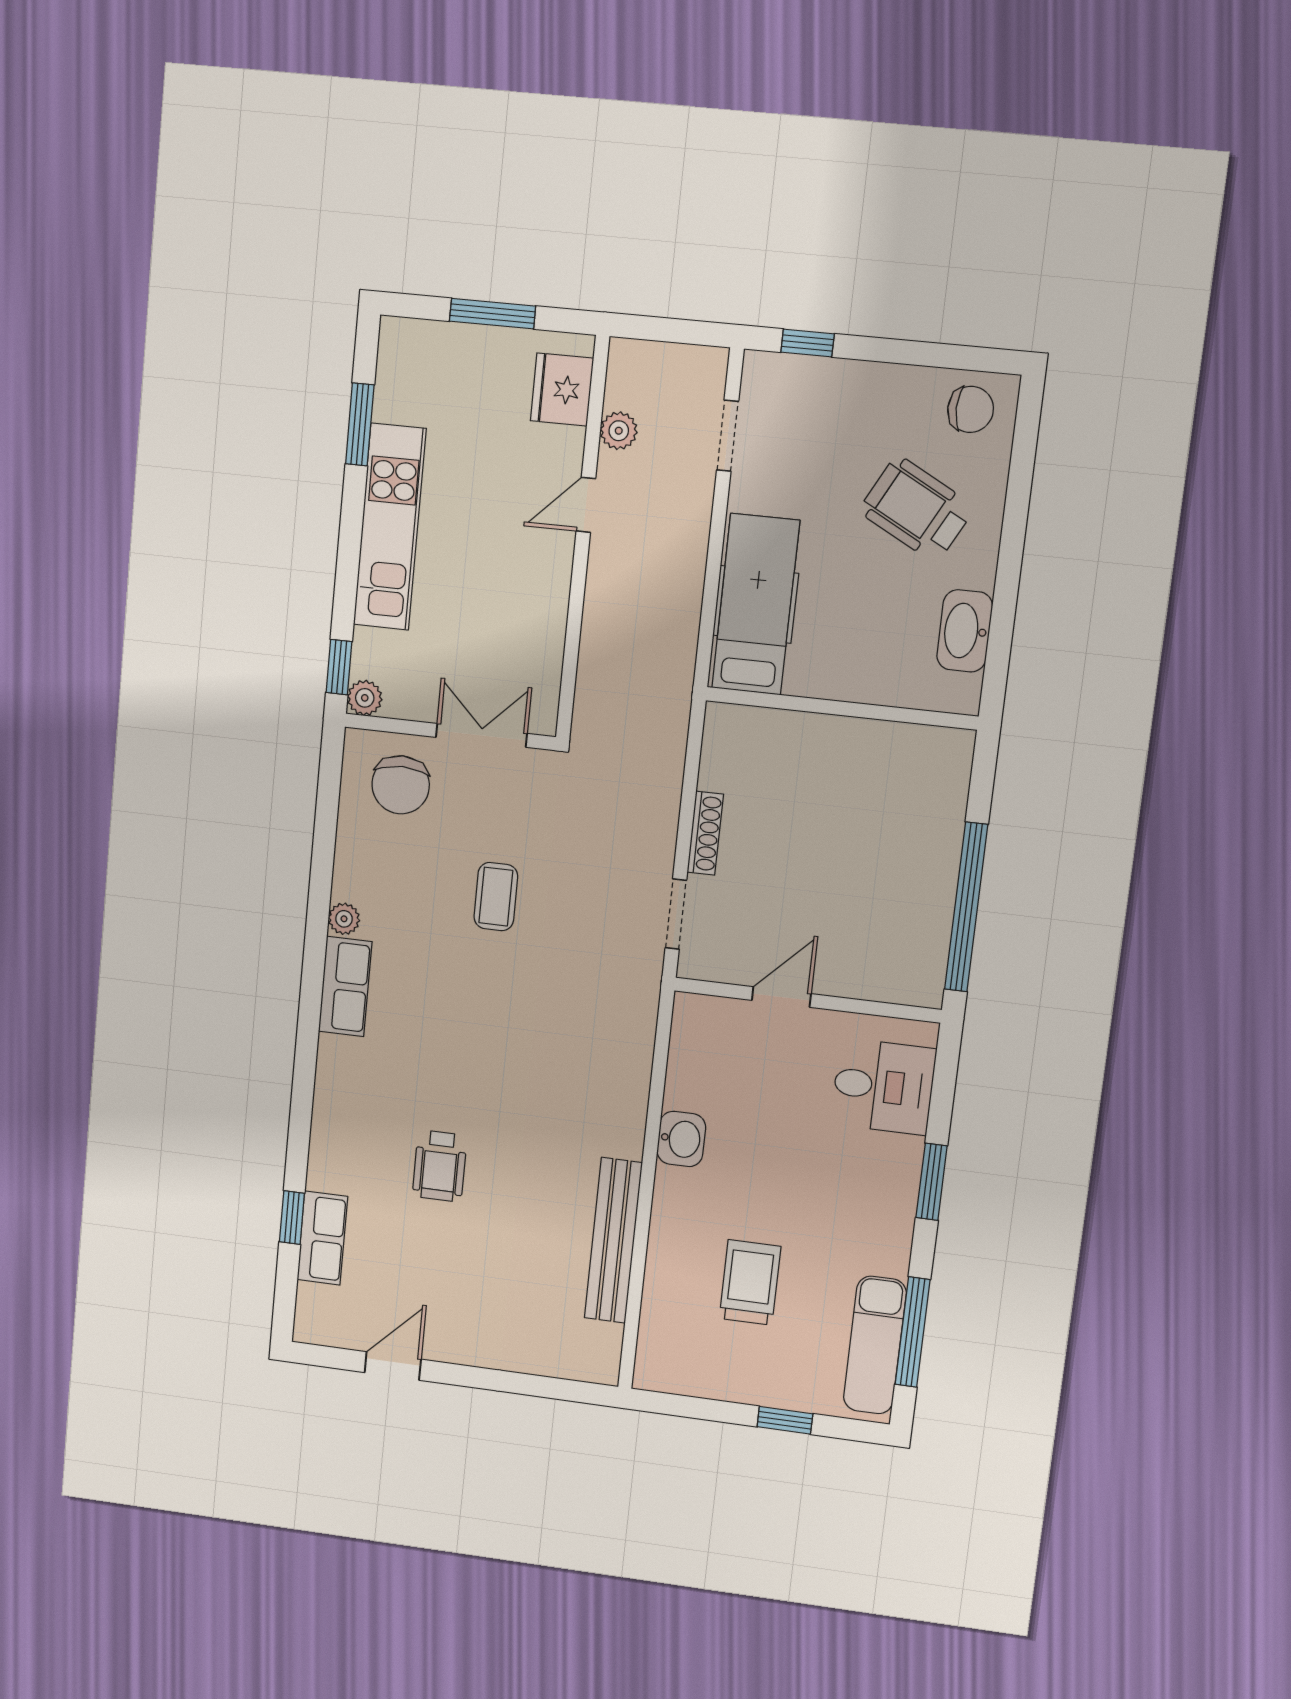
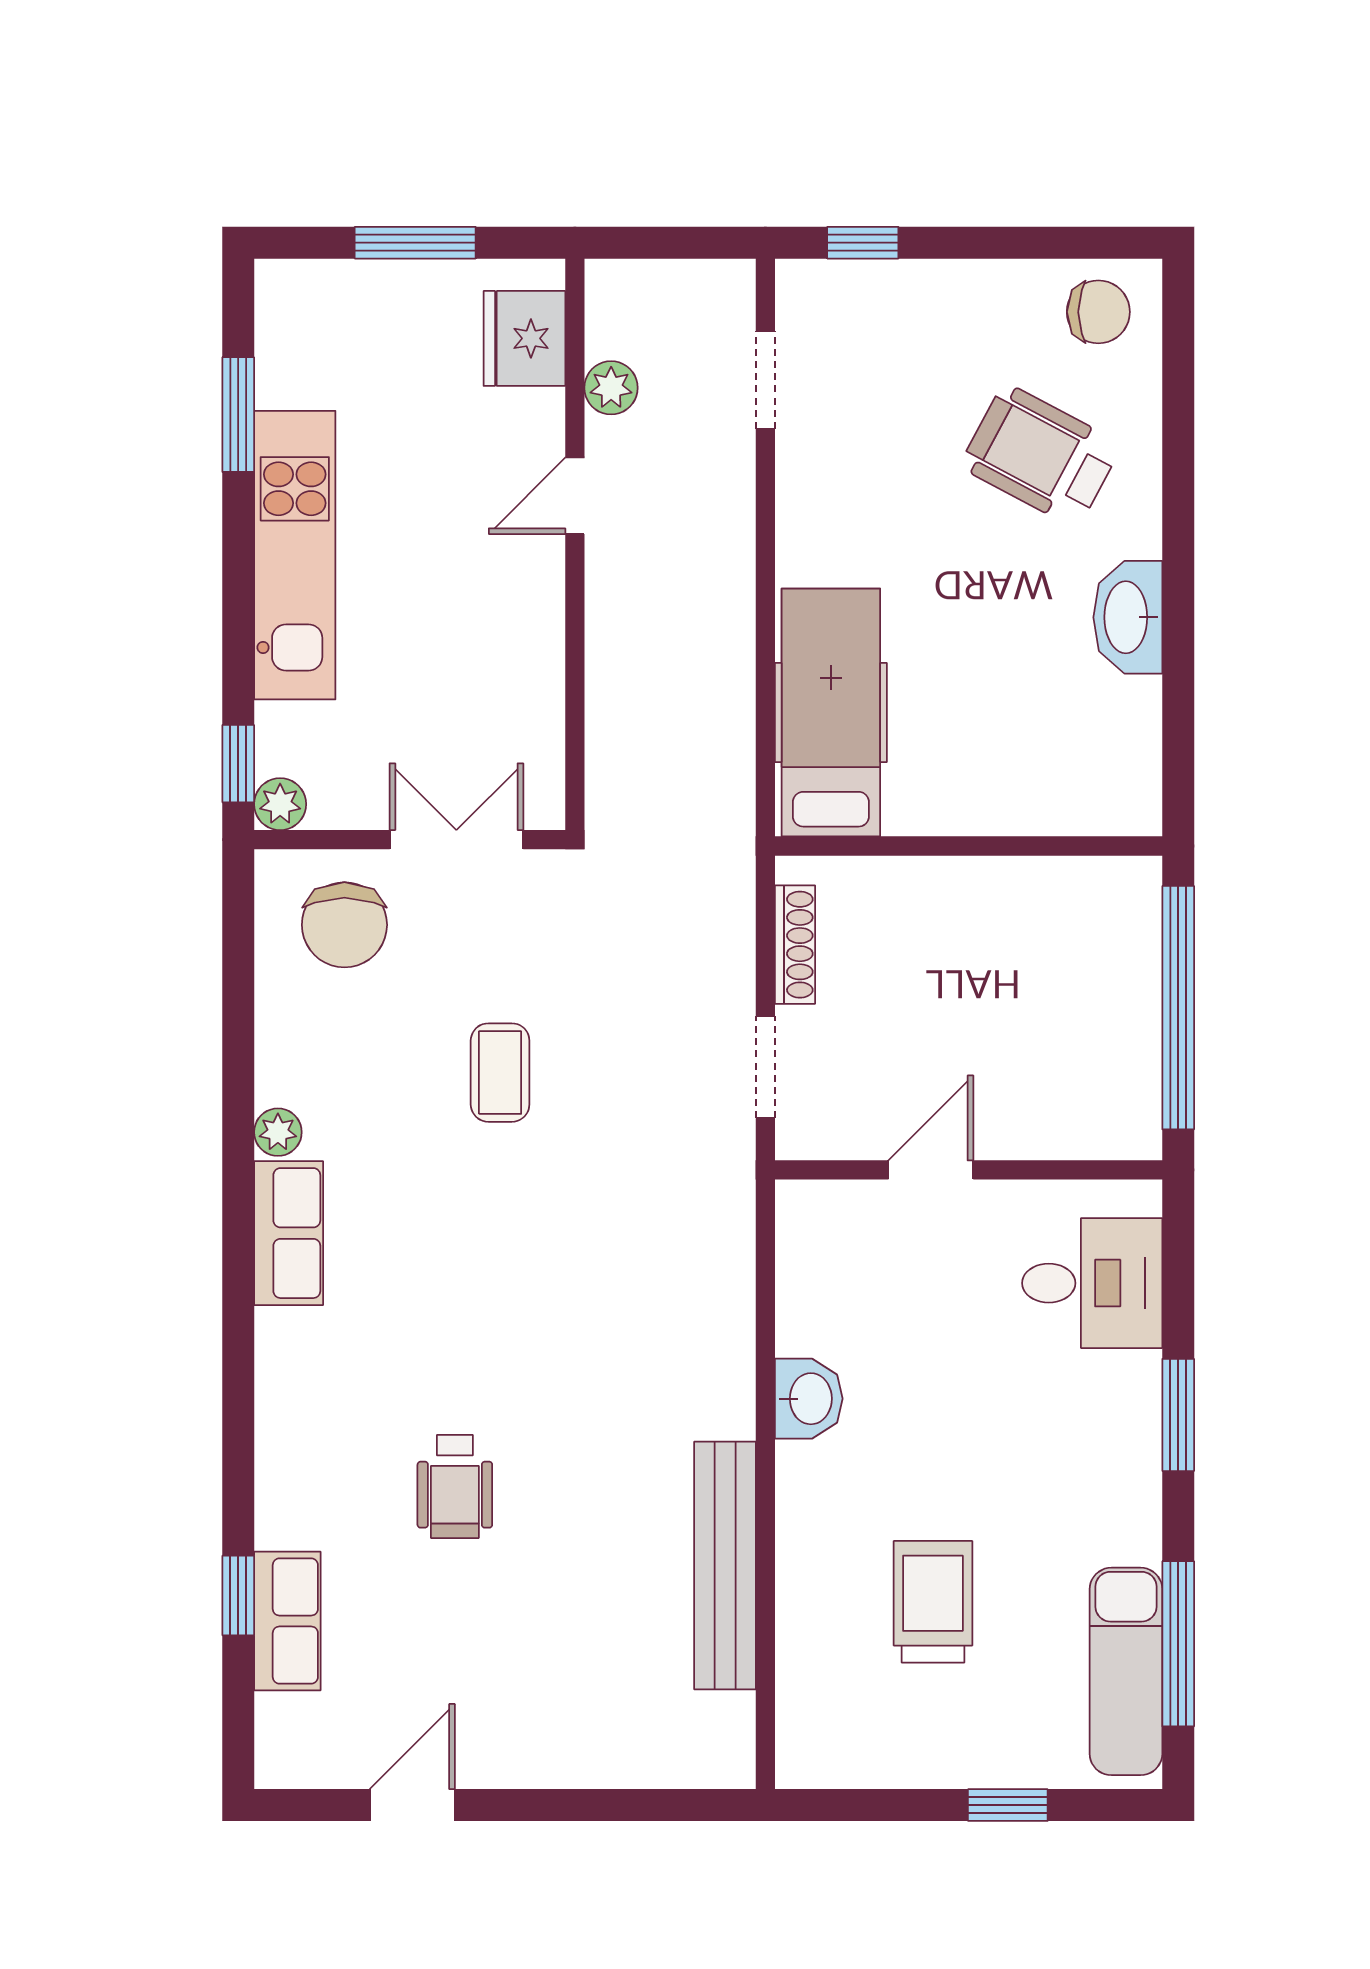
hospital bed: (756, 604) -> (831, 712), moved
wall: (841, 708) -> (969, 846), moved

